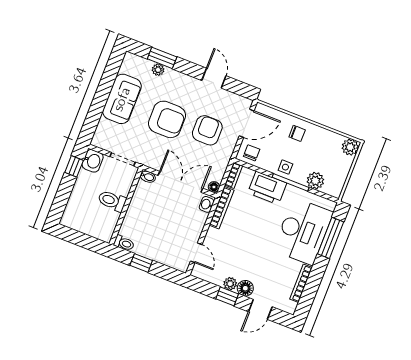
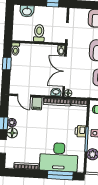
washbasin: (93, 161) -> (27, 11), moved
double door: (180, 182) -> (65, 71), swing flipped
printer: (267, 188) -> (80, 131), width x0.53, depth x0.68
filing cabinet: (214, 238) -> (37, 104), added
door: (196, 253) -> (24, 95), hinge flipped

